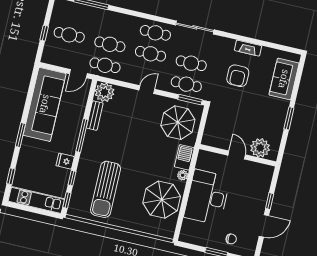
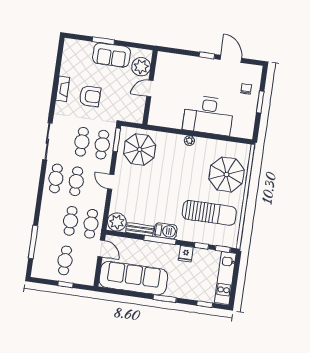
sofa: (284, 79) -> (112, 55), moved
window: (289, 118) -> (103, 41), moved
plant: (260, 148) -> (141, 67), moved
door: (237, 155) -> (150, 88), moved
wall: (238, 155) -> (150, 87), moved
barbecue: (184, 157) -> (165, 231), moved, turned 180
parasol: (162, 200) -> (226, 174), moved

